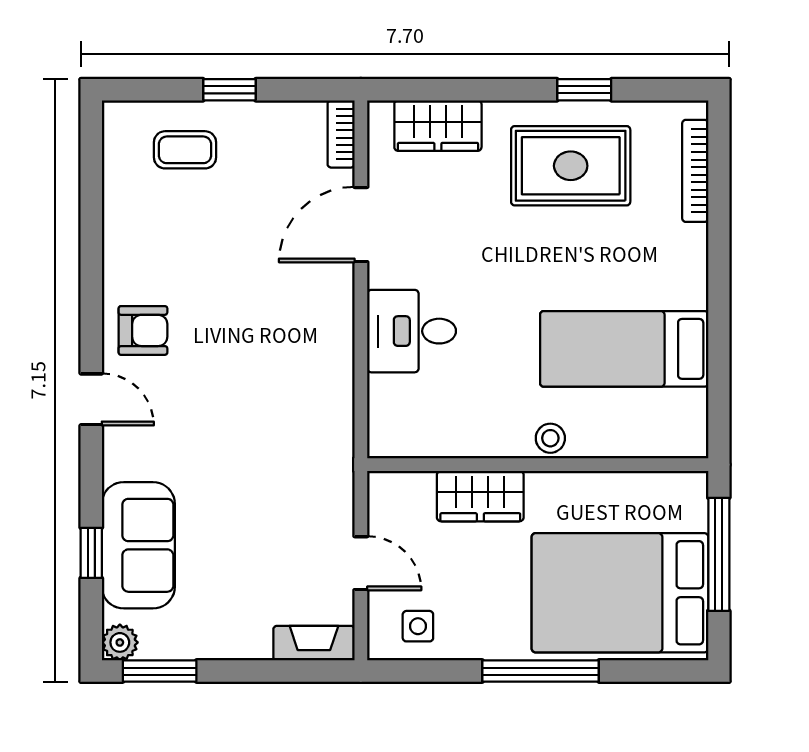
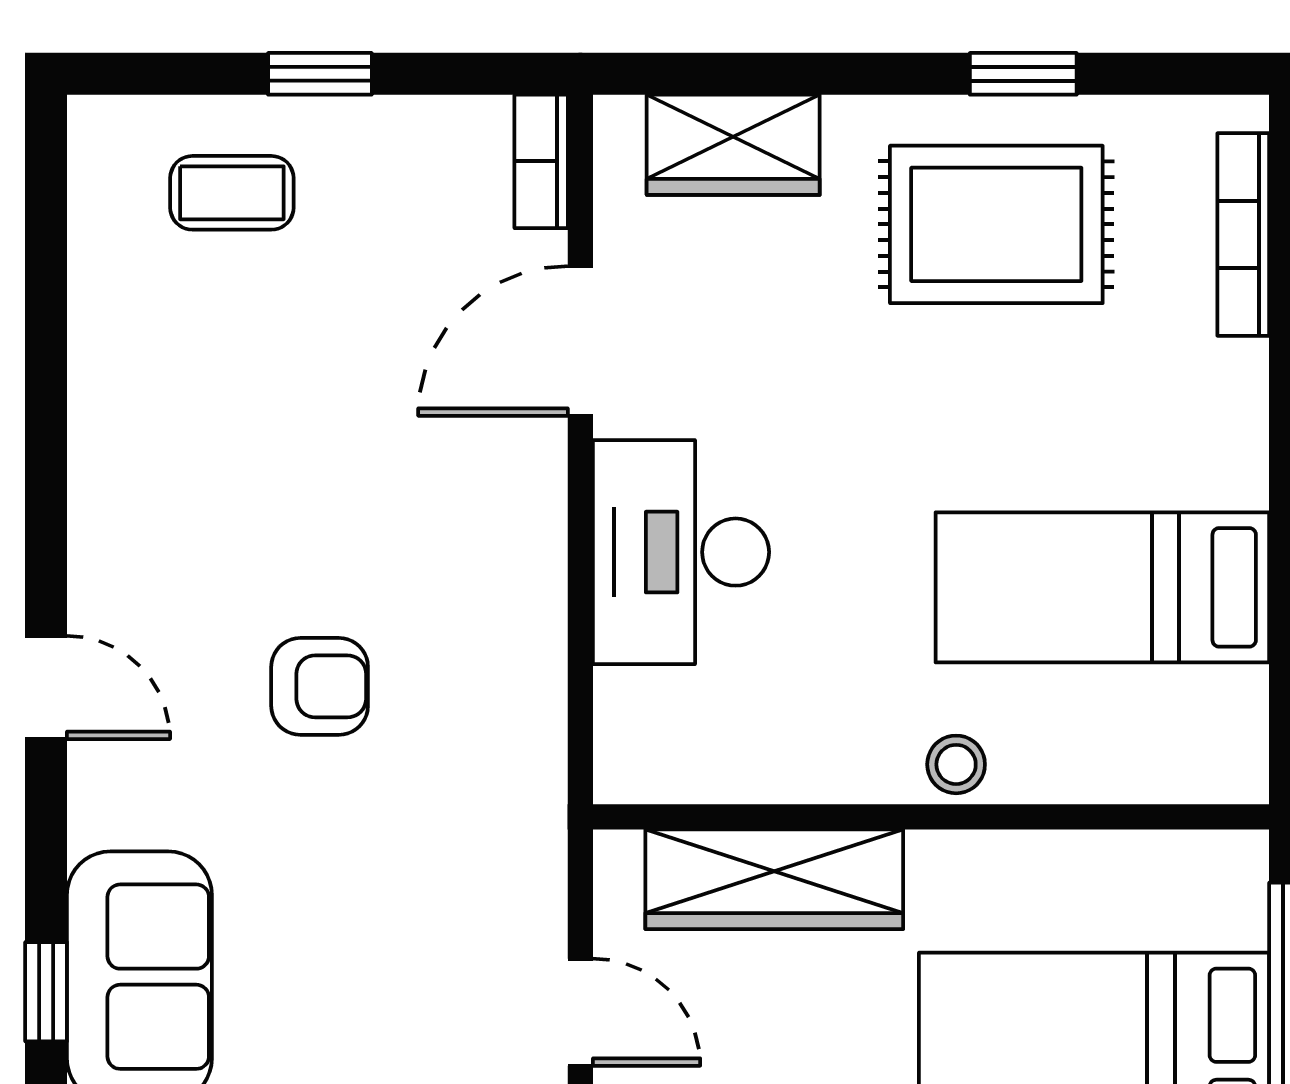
armchair: (143, 330) -> (320, 686), moved
desk: (412, 331) -> (681, 552), width x1.37
wardrobe: (480, 496) -> (774, 879), width x1.50

